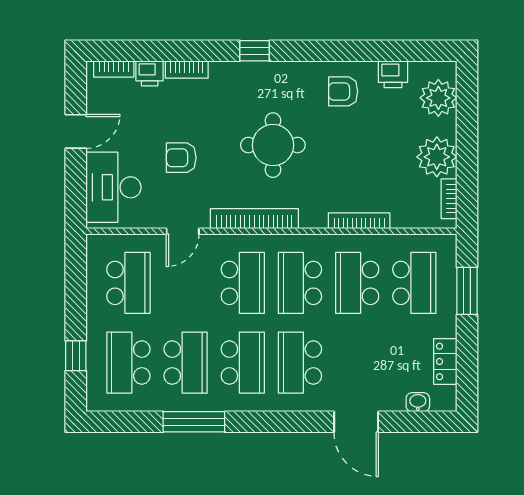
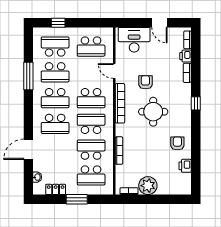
plant: (438, 98) -> (174, 186), removed
armchair: (181, 158) -> (145, 82), moved
window: (467, 291) -> (77, 199), moved
school desk: (300, 363) -> (55, 124), turned 180

